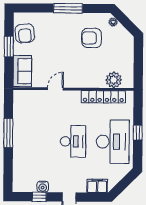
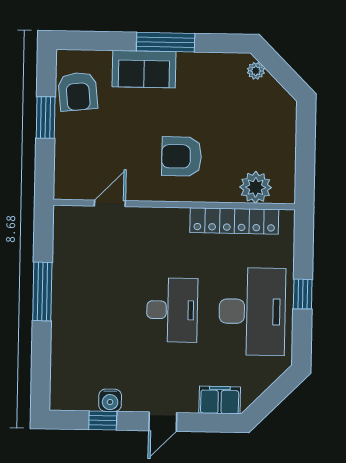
armchair: (92, 38) -> (182, 156), moved
sofa: (22, 71) -> (144, 69), moved, turned 90
door: (55, 89) -> (110, 203), moved

